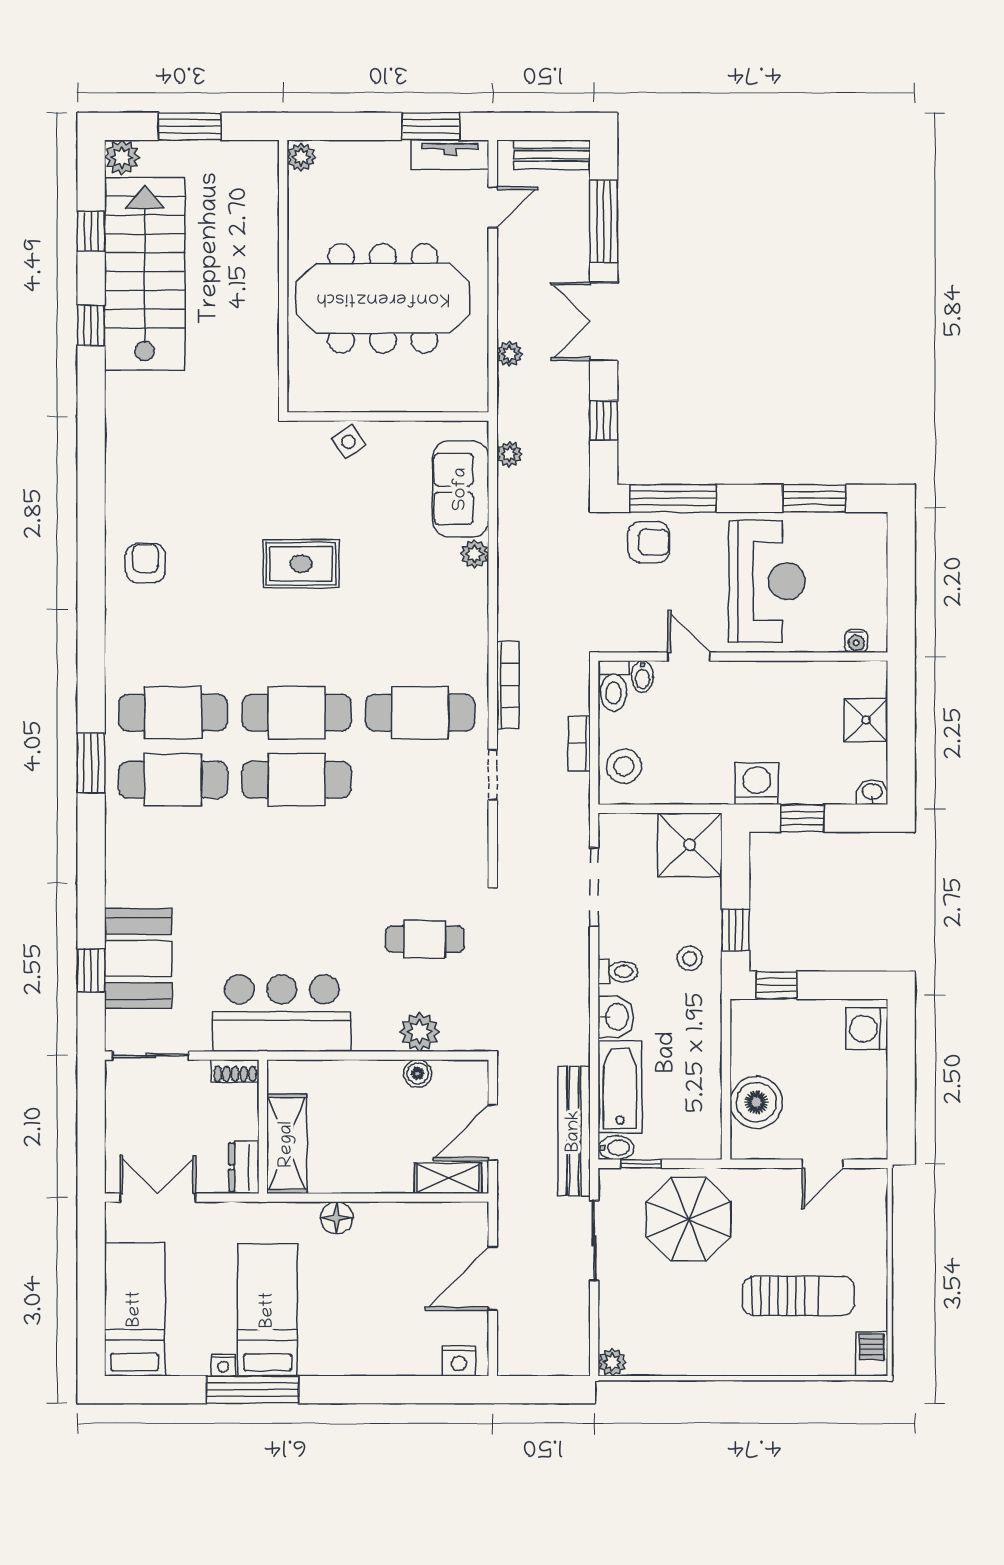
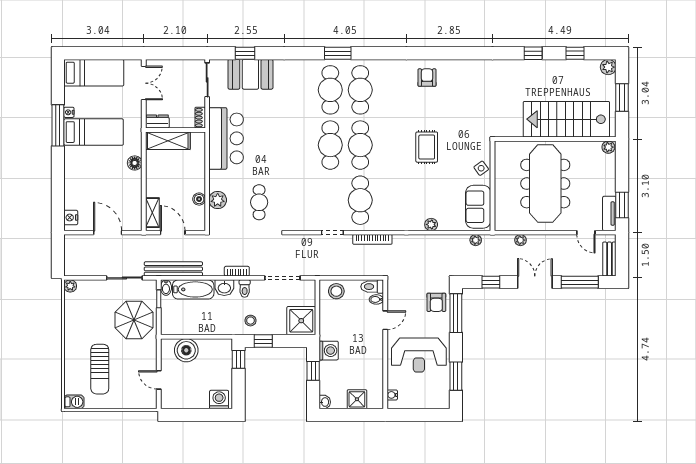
stairs: (145, 274) -> (566, 119), moved, turned 180
sofa: (461, 489) -> (478, 207), moved, turned -90
armchair: (145, 563) -> (427, 78), turned -90
bookcase: (579, 744) -> (237, 271), moved

